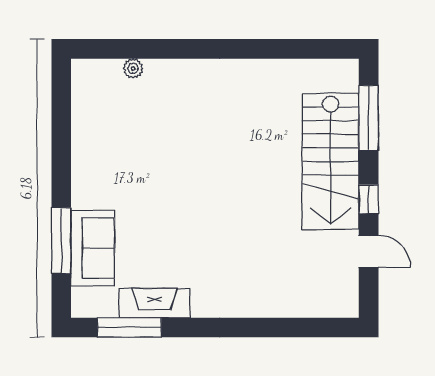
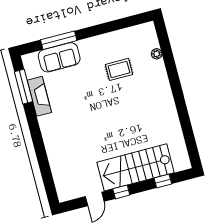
window: (369, 118) -> (163, 181), width x0.46
rug: (144, 145) -> (119, 69), added

